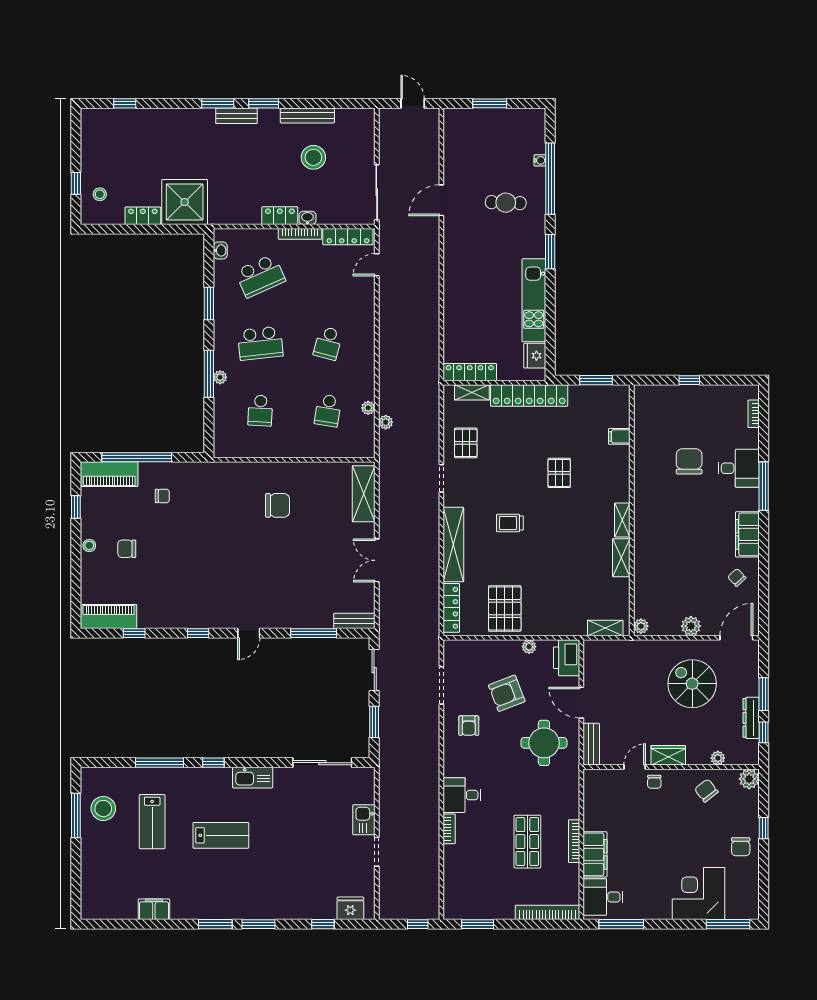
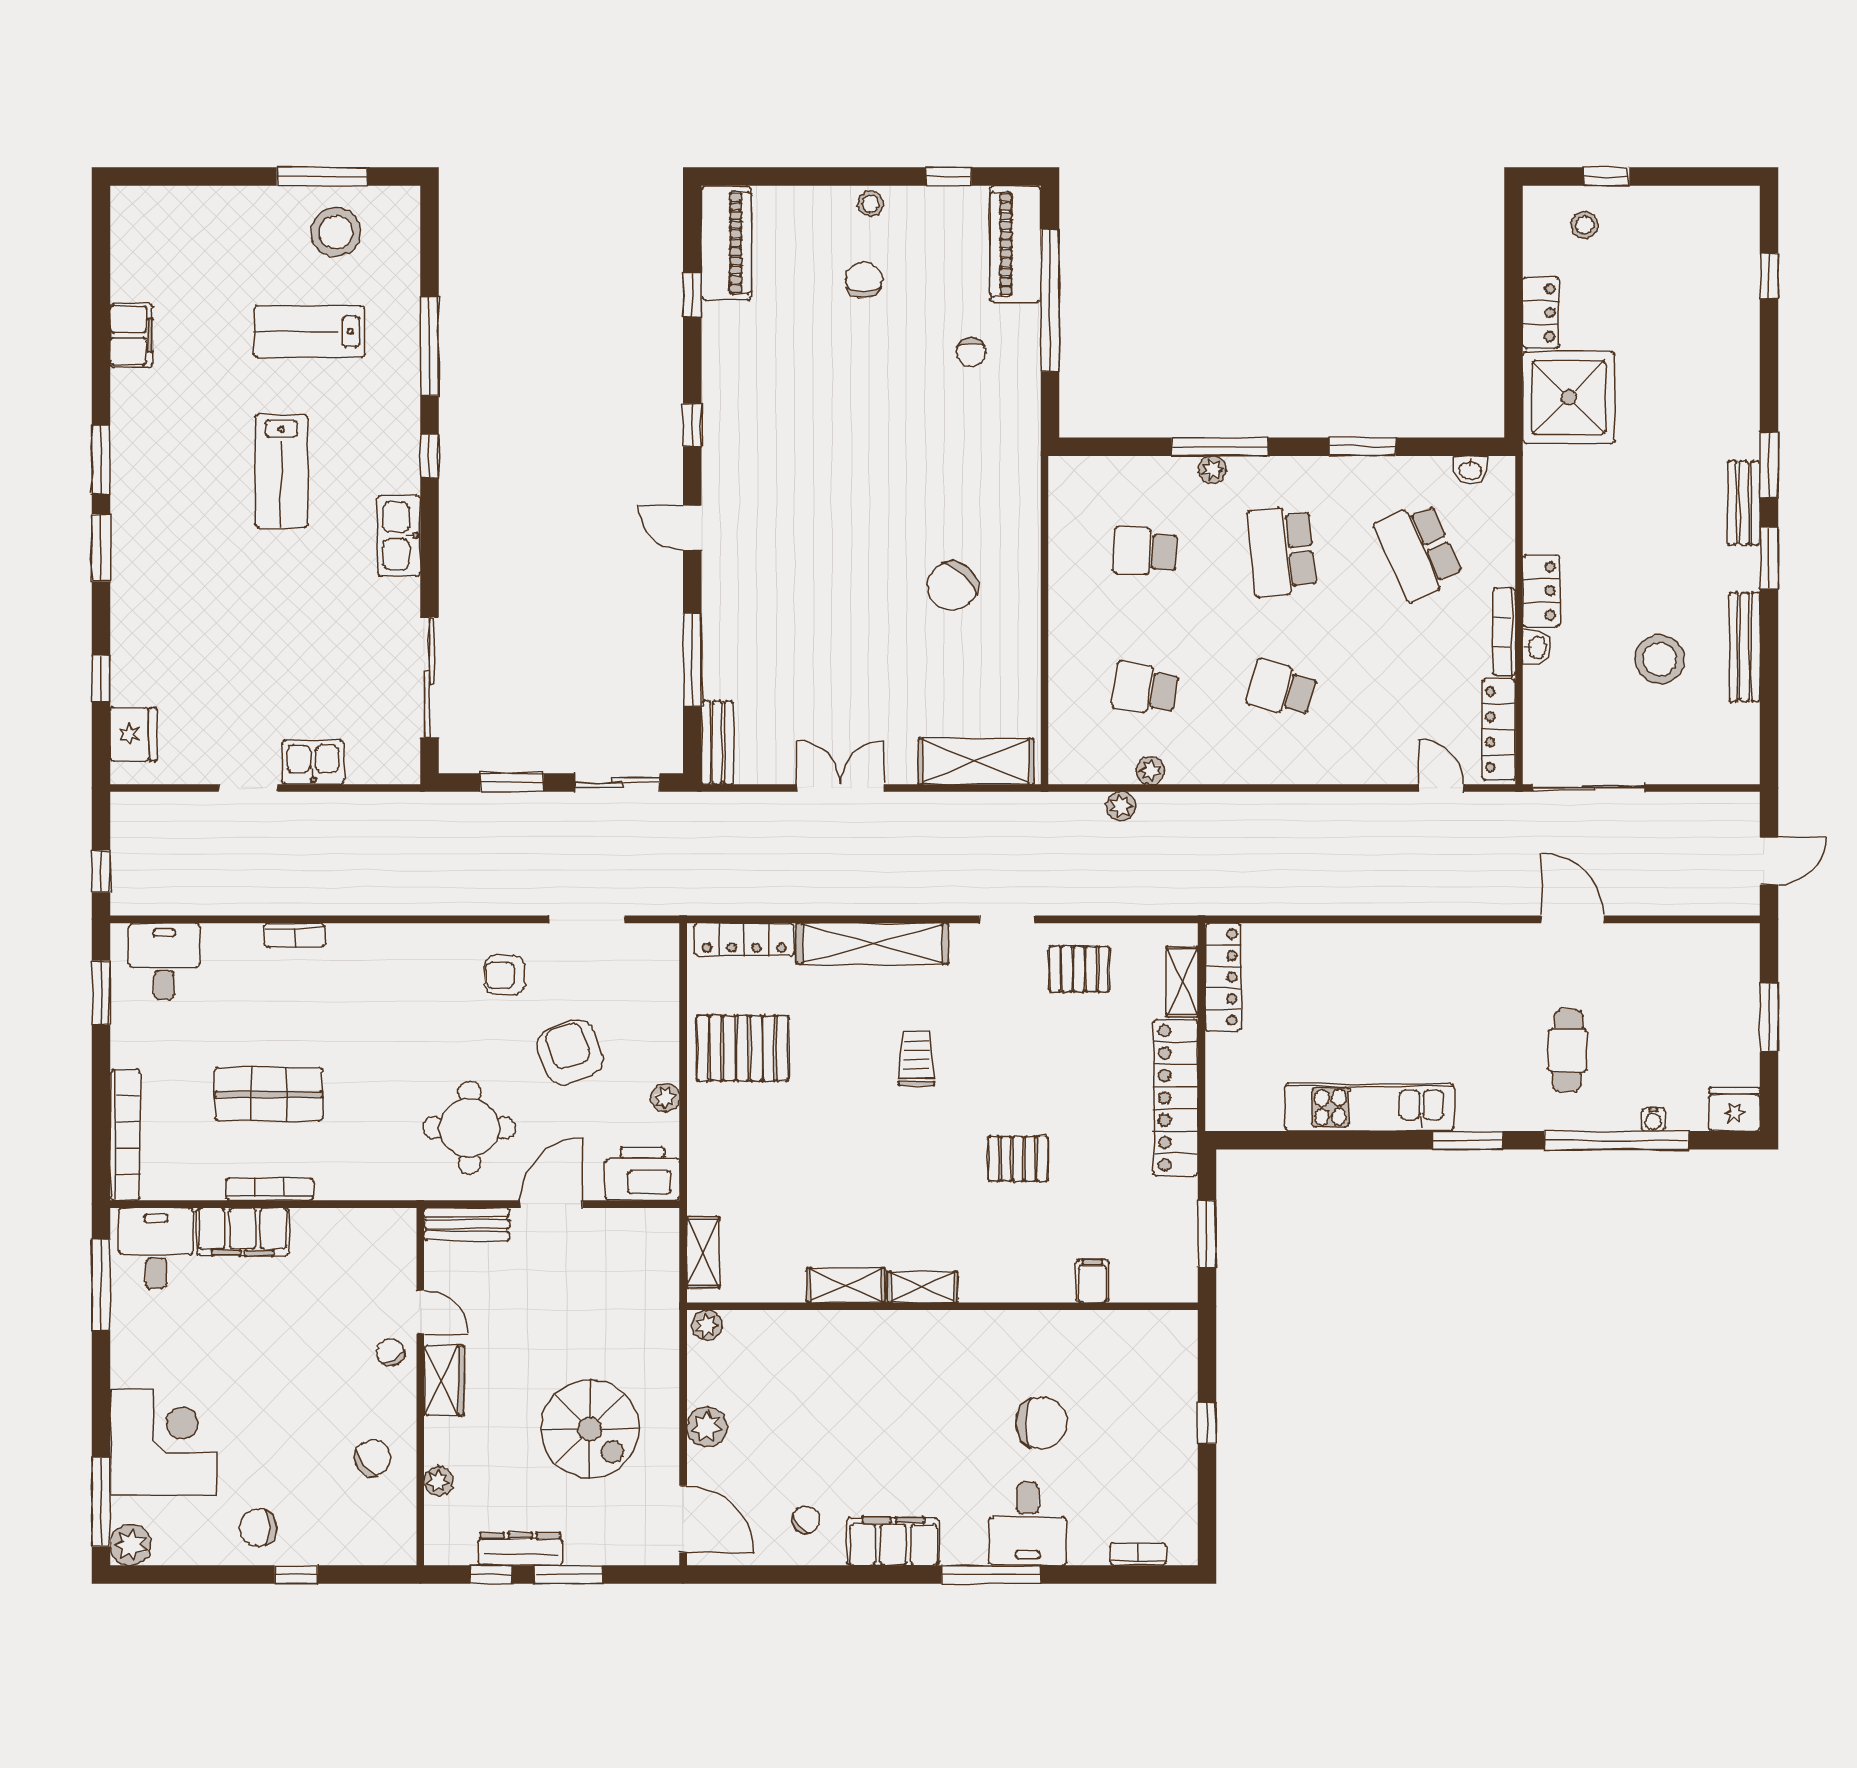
fridge: (535, 356) -> (1735, 1109), moved
chair: (278, 505) -> (952, 586), turned 42
spiral stairs: (692, 684) -> (590, 1429), turned 90
plant: (749, 779) -> (131, 1545), moved
chair: (654, 782) -> (390, 1352), turned 61
desk: (462, 795) -> (164, 961), moved

